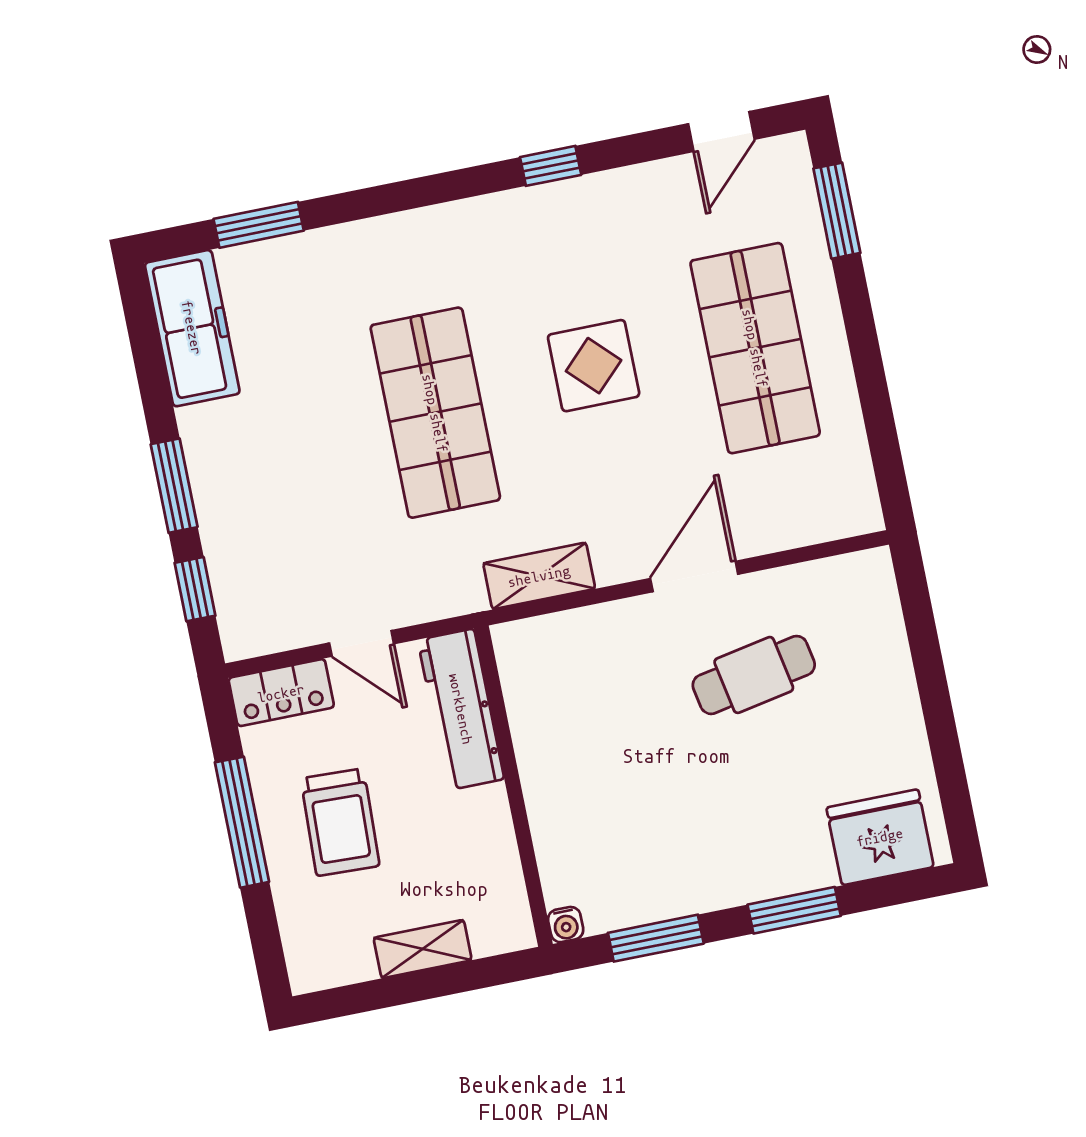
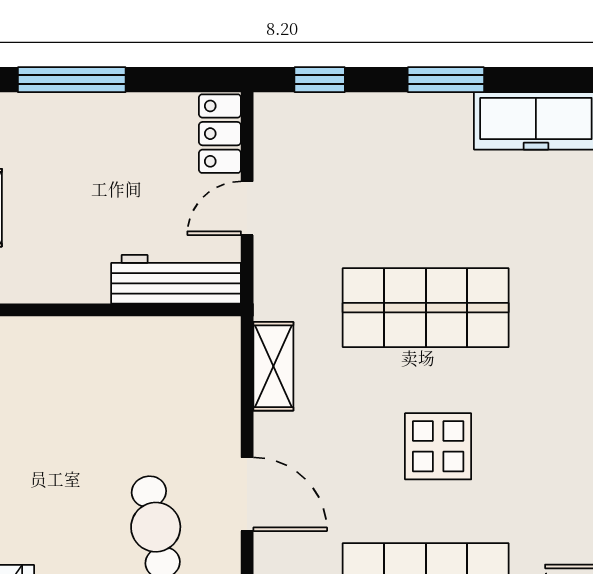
window: (174, 486) -> (446, 80), moved
window: (242, 822) -> (72, 80), moved
trolley: (340, 822) -> (103, 161), removed

